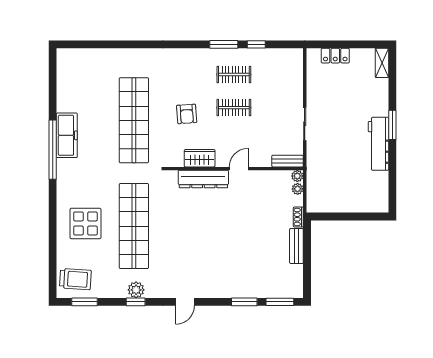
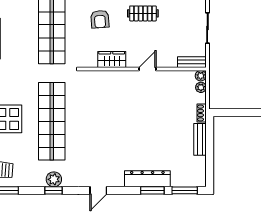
dresser: (203, 179) -> (147, 179), moved, turned 180

